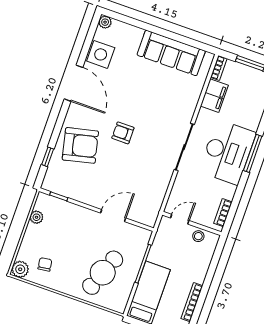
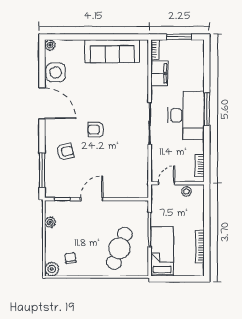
armchair: (80, 145) -> (65, 152), width x0.53, depth x0.53
window: (48, 157) -> (42, 170), width x2.17
door: (113, 216) -> (92, 199), moved

